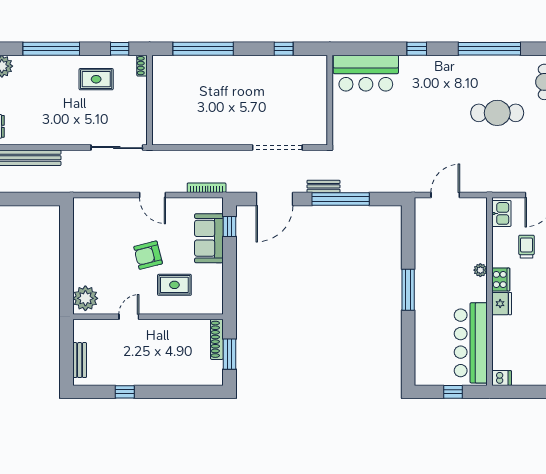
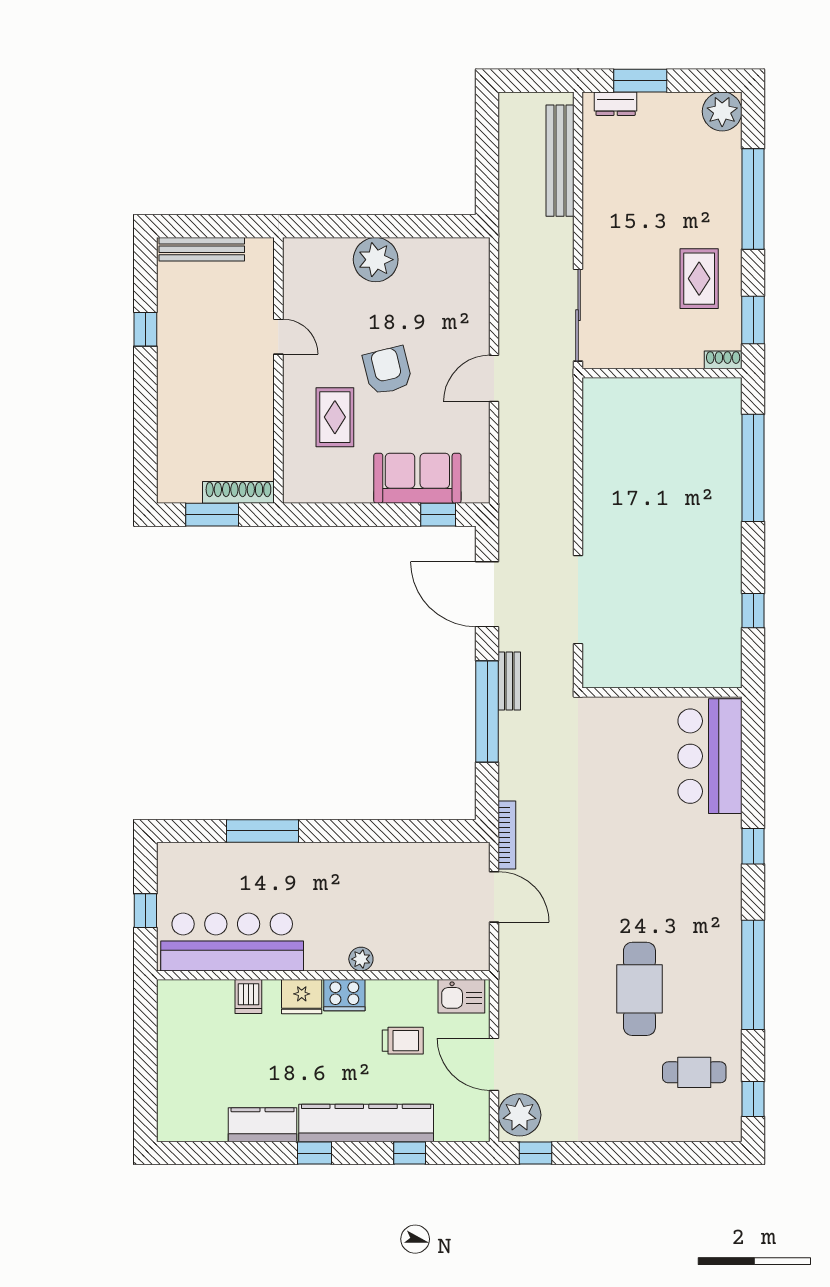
window: (120, 49) -> (753, 320), width x1.50
bookcase: (207, 188) -> (507, 835), moved
window: (408, 290) -> (263, 831), moved
plant: (85, 298) -> (376, 260), moved
bench: (80, 360) -> (202, 249), width x1.36
dishwasher: (502, 378) -> (248, 997), moved

